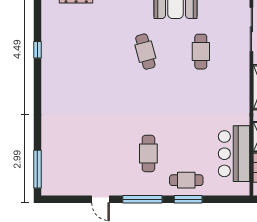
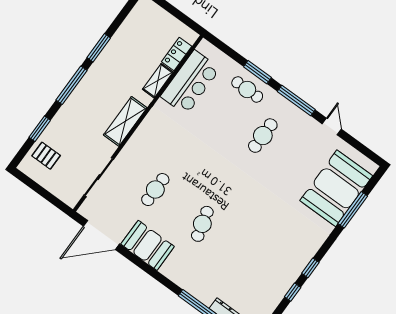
window: (37, 78) -> (310, 268), added
booth: (62, 154) -> (336, 188), added
window: (37, 169) -> (353, 210), moved

